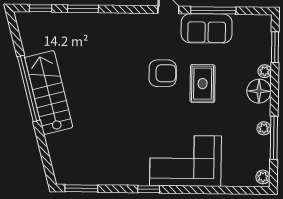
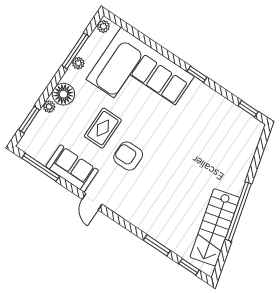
window: (213, 10) -> (41, 167), moved
stairs: (49, 92) -> (215, 227), moved
corner sofa: (186, 161) -> (140, 78), width x1.36, depth x1.36
window: (81, 188) -> (248, 109), width x0.67

